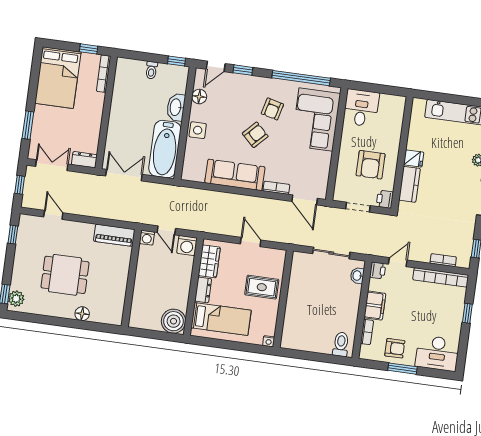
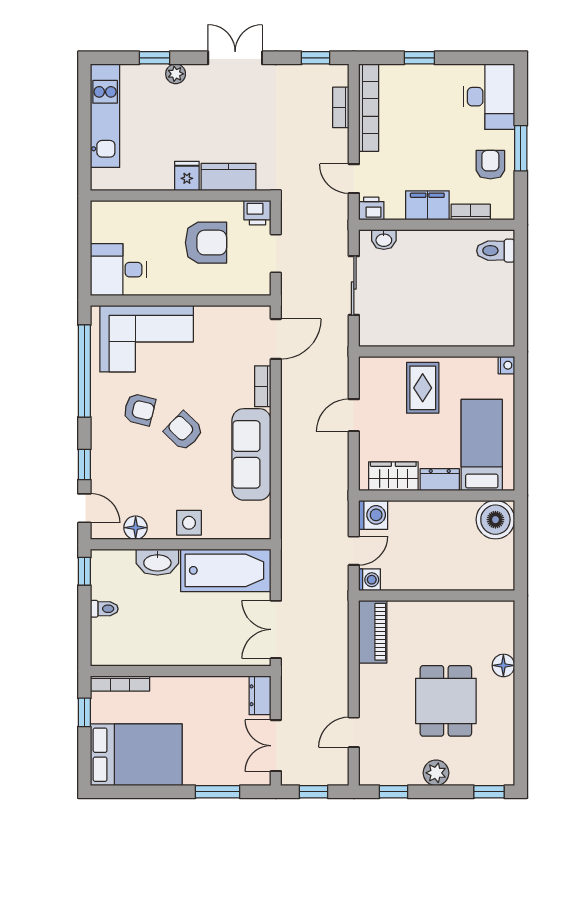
plant: (16, 299) -> (436, 773), moved

